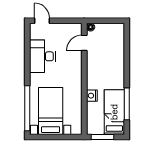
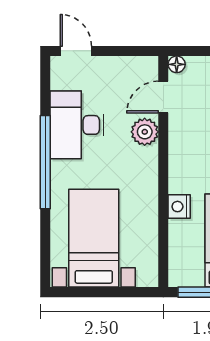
plant: (75, 60) -> (145, 132), added
window: (27, 108) -> (45, 162), moved

